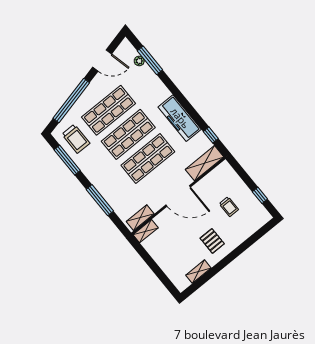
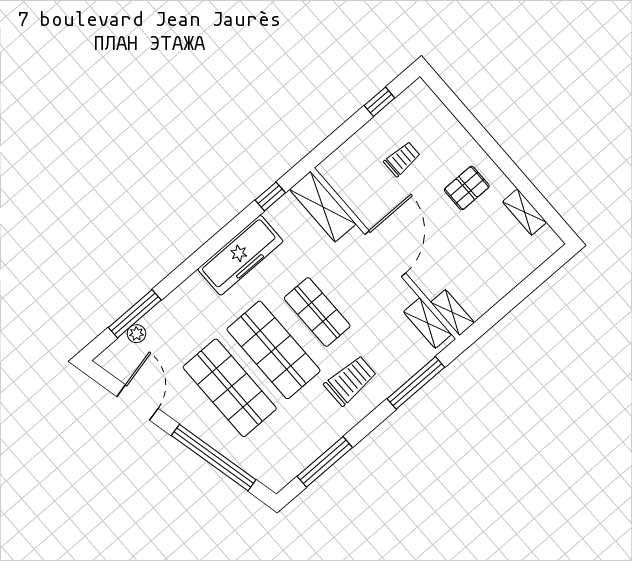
trolley: (76, 139) -> (350, 380), moved
shop shelf: (148, 159) -> (317, 312), width x0.70, depth x0.74
window: (100, 200) -> (416, 383), moved

